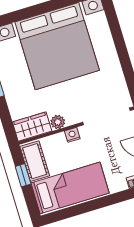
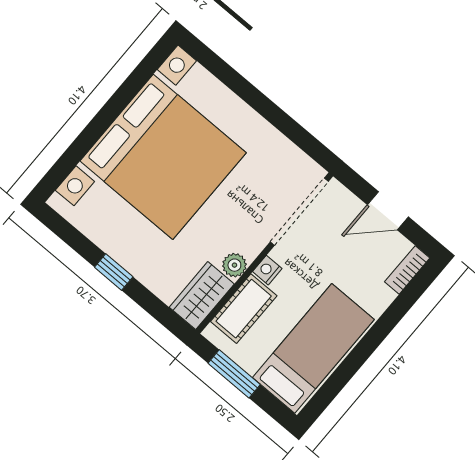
cot: (35, 161) -> (244, 309), moved, turned 90
window: (23, 175) -> (234, 374), width x1.50

